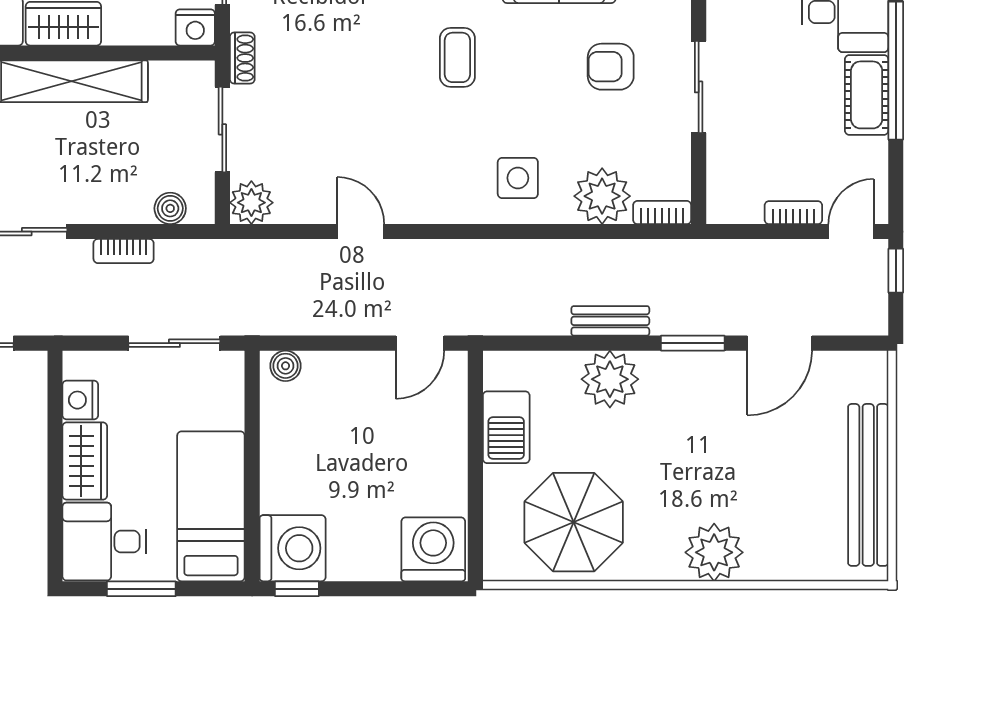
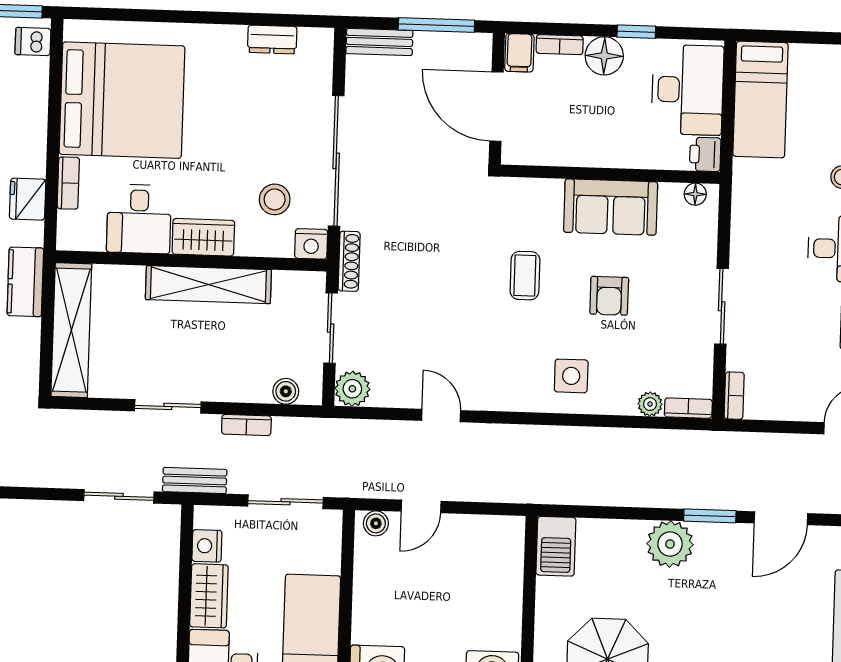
shoe rack: (242, 58) -> (349, 261), width x1.43
armchair: (611, 67) -> (609, 296), moved, turned -90
plant: (602, 196) -> (650, 404), width x0.53, depth x0.53
bookcase: (793, 213) -> (734, 396), moved, turned 90
bench: (610, 321) -> (195, 481), moved
door: (420, 343) -> (421, 506), moved
plant: (610, 379) -> (670, 544), moved
barbecue: (506, 427) -> (556, 546), moved

